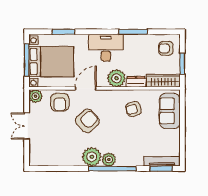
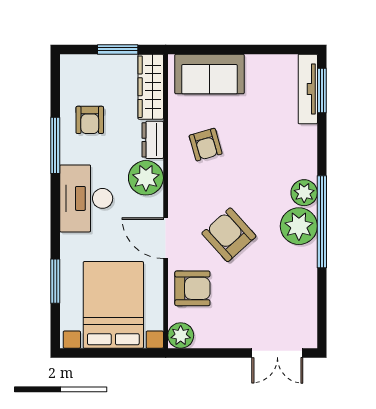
armchair: (166, 48) -> (90, 120), moved
window: (27, 60) -> (110, 353), removed
double door: (27, 126) -> (277, 353), moved
window: (112, 169) -> (322, 222), moved

